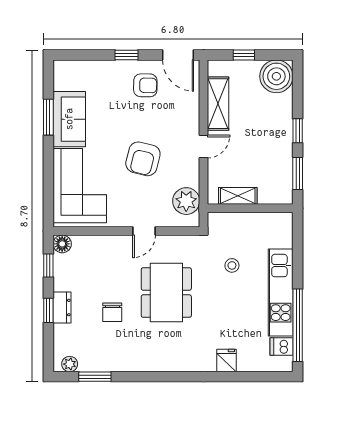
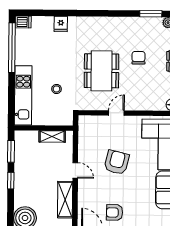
door: (203, 147) -> (75, 170), swing flipped
plant: (186, 201) -> (87, 133), removed
kitchen unit: (281, 293) -> (23, 95), moved
dishwasher: (281, 347) -> (23, 22), moved

